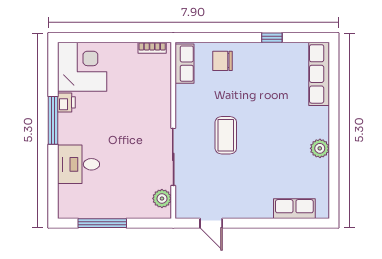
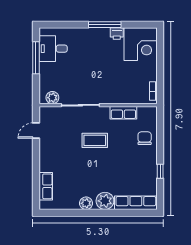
row of seats: (185, 64) -> (123, 113), moved
plant: (316, 120) -> (105, 201), added
desk: (78, 164) -> (53, 49), moved, turned -90

